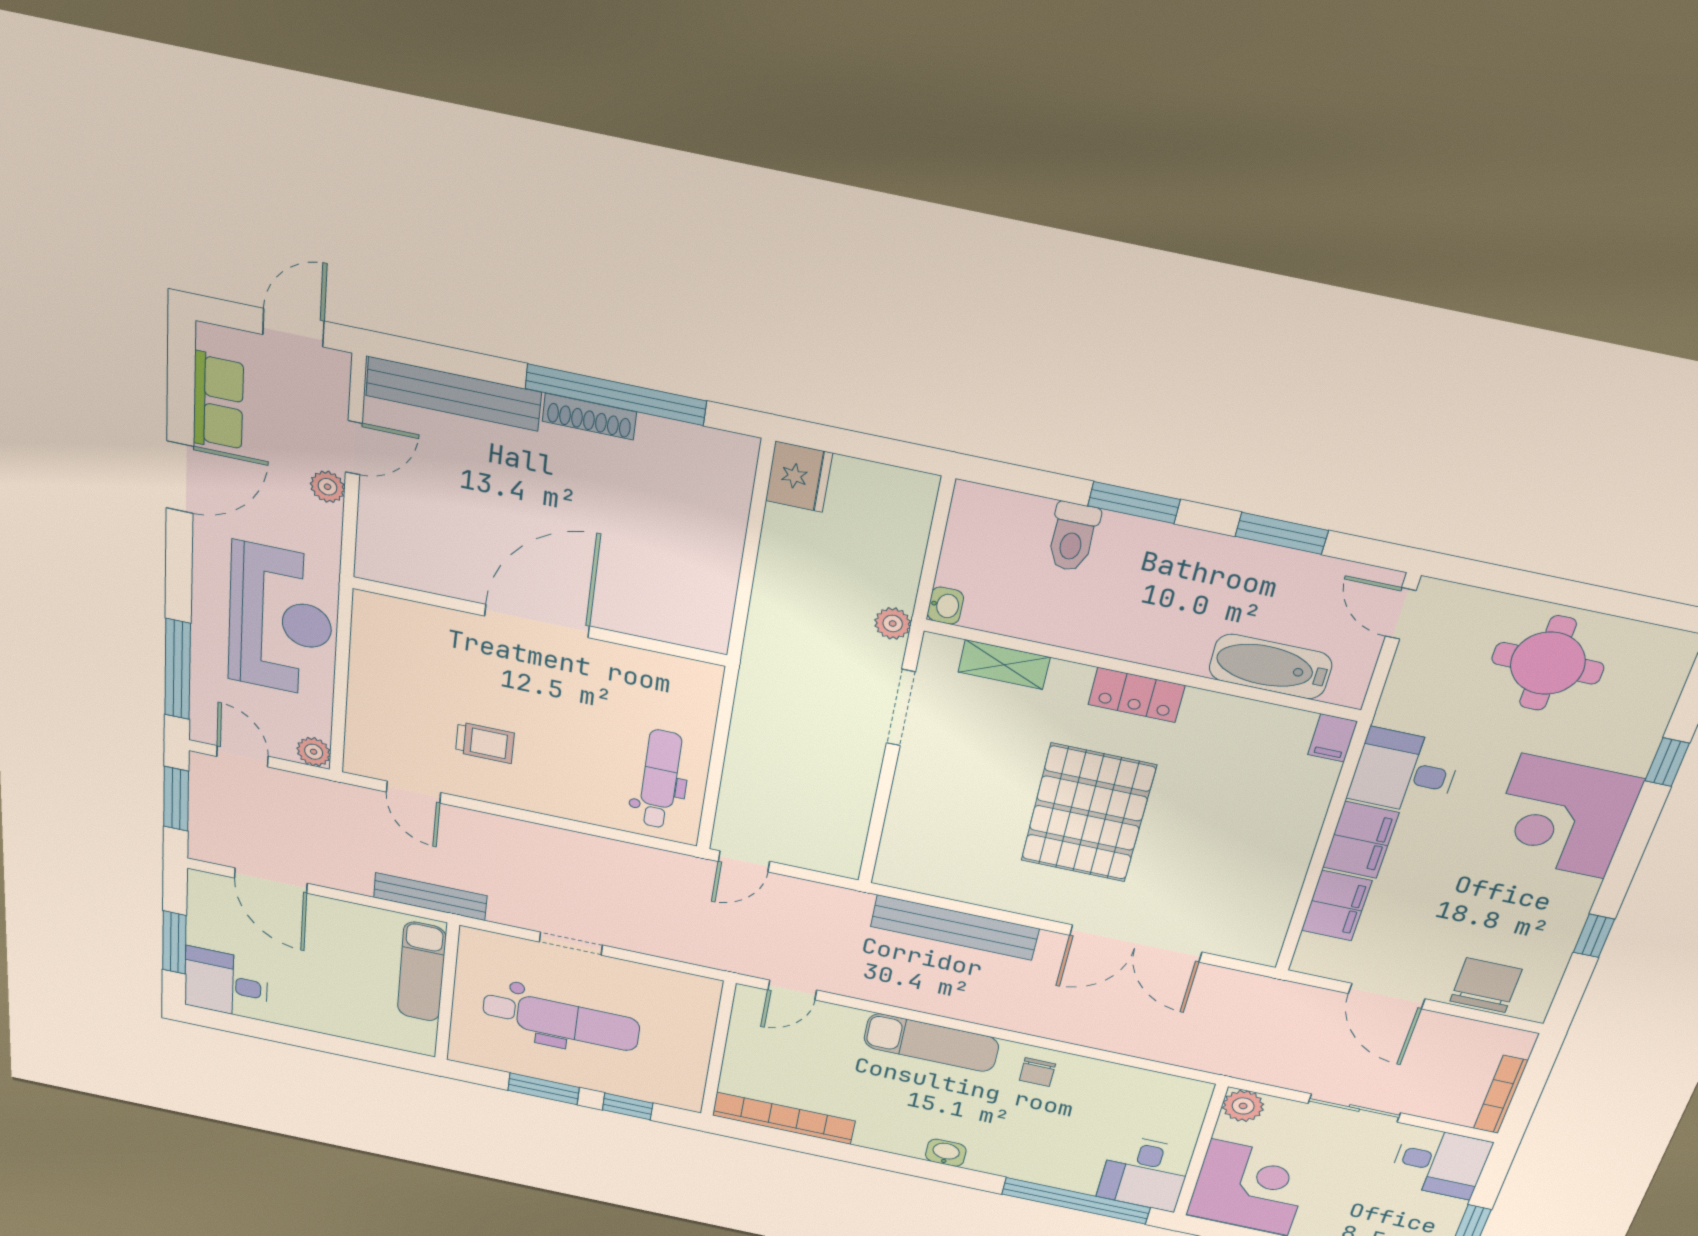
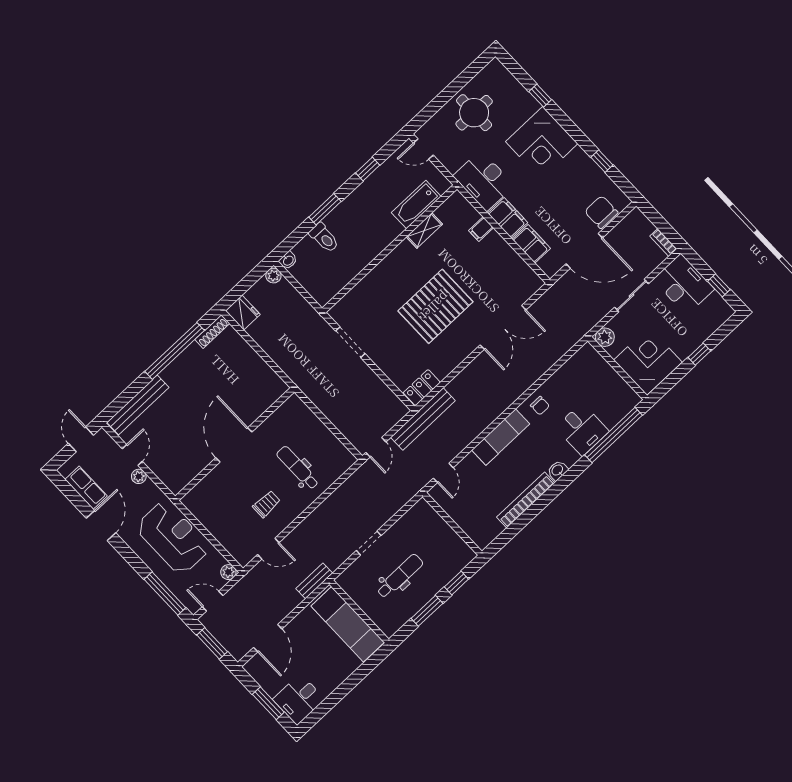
shoe rack: (589, 417) -> (212, 331), moved
window: (1282, 533) -> (368, 169), width x0.67
washbasin: (945, 606) -> (288, 260), moved, turned 90
plant: (893, 623) -> (273, 276), moved
shelving: (1004, 665) -> (424, 230), moved
locker: (1137, 695) -> (422, 388), moved, turned 180
filing cabinet: (1333, 738) -> (481, 229), moved, turned 90
desk: (1405, 772) -> (484, 181), width x1.37
dental chair: (660, 779) -> (298, 468), moved
pallet: (1088, 813) -> (435, 306), turned 90
door: (271, 881) -> (268, 638), hinge flipped
bench: (430, 897) -> (314, 581), width x0.73
bench: (955, 928) -> (423, 419), moved
exam couch: (422, 972) -> (348, 624), width x1.36, depth x1.45
door: (1387, 996) -> (584, 251), width x1.36
dental chair: (561, 1020) -> (400, 576), width x0.73, depth x0.72
bookcase: (1501, 1095) -> (663, 242), width x0.64
bookcase: (784, 1118) -> (526, 500), moved
desk: (1440, 1163) -> (684, 284), width x1.37
desk: (1145, 1173) -> (582, 429), moved

